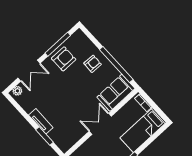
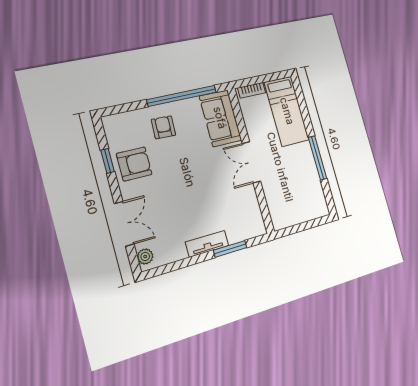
window: (58, 44) -> (108, 161), width x0.46
armchair: (64, 59) -> (134, 164), turned 90

